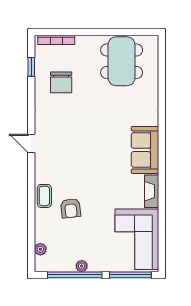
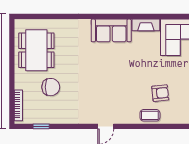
dining table: (122, 61) -> (36, 50), turned 90
chair: (61, 82) -> (51, 87), moved

